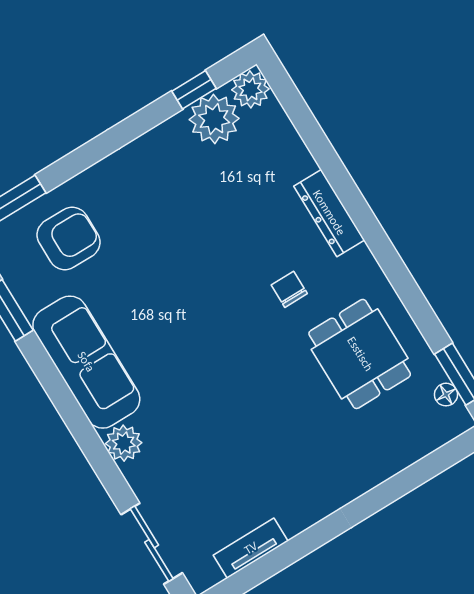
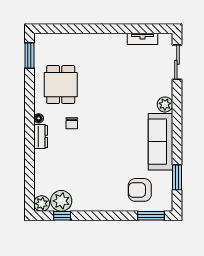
dresser: (329, 213) -> (41, 136), width x0.70
floor lamp: (446, 395) -> (39, 118), moved

